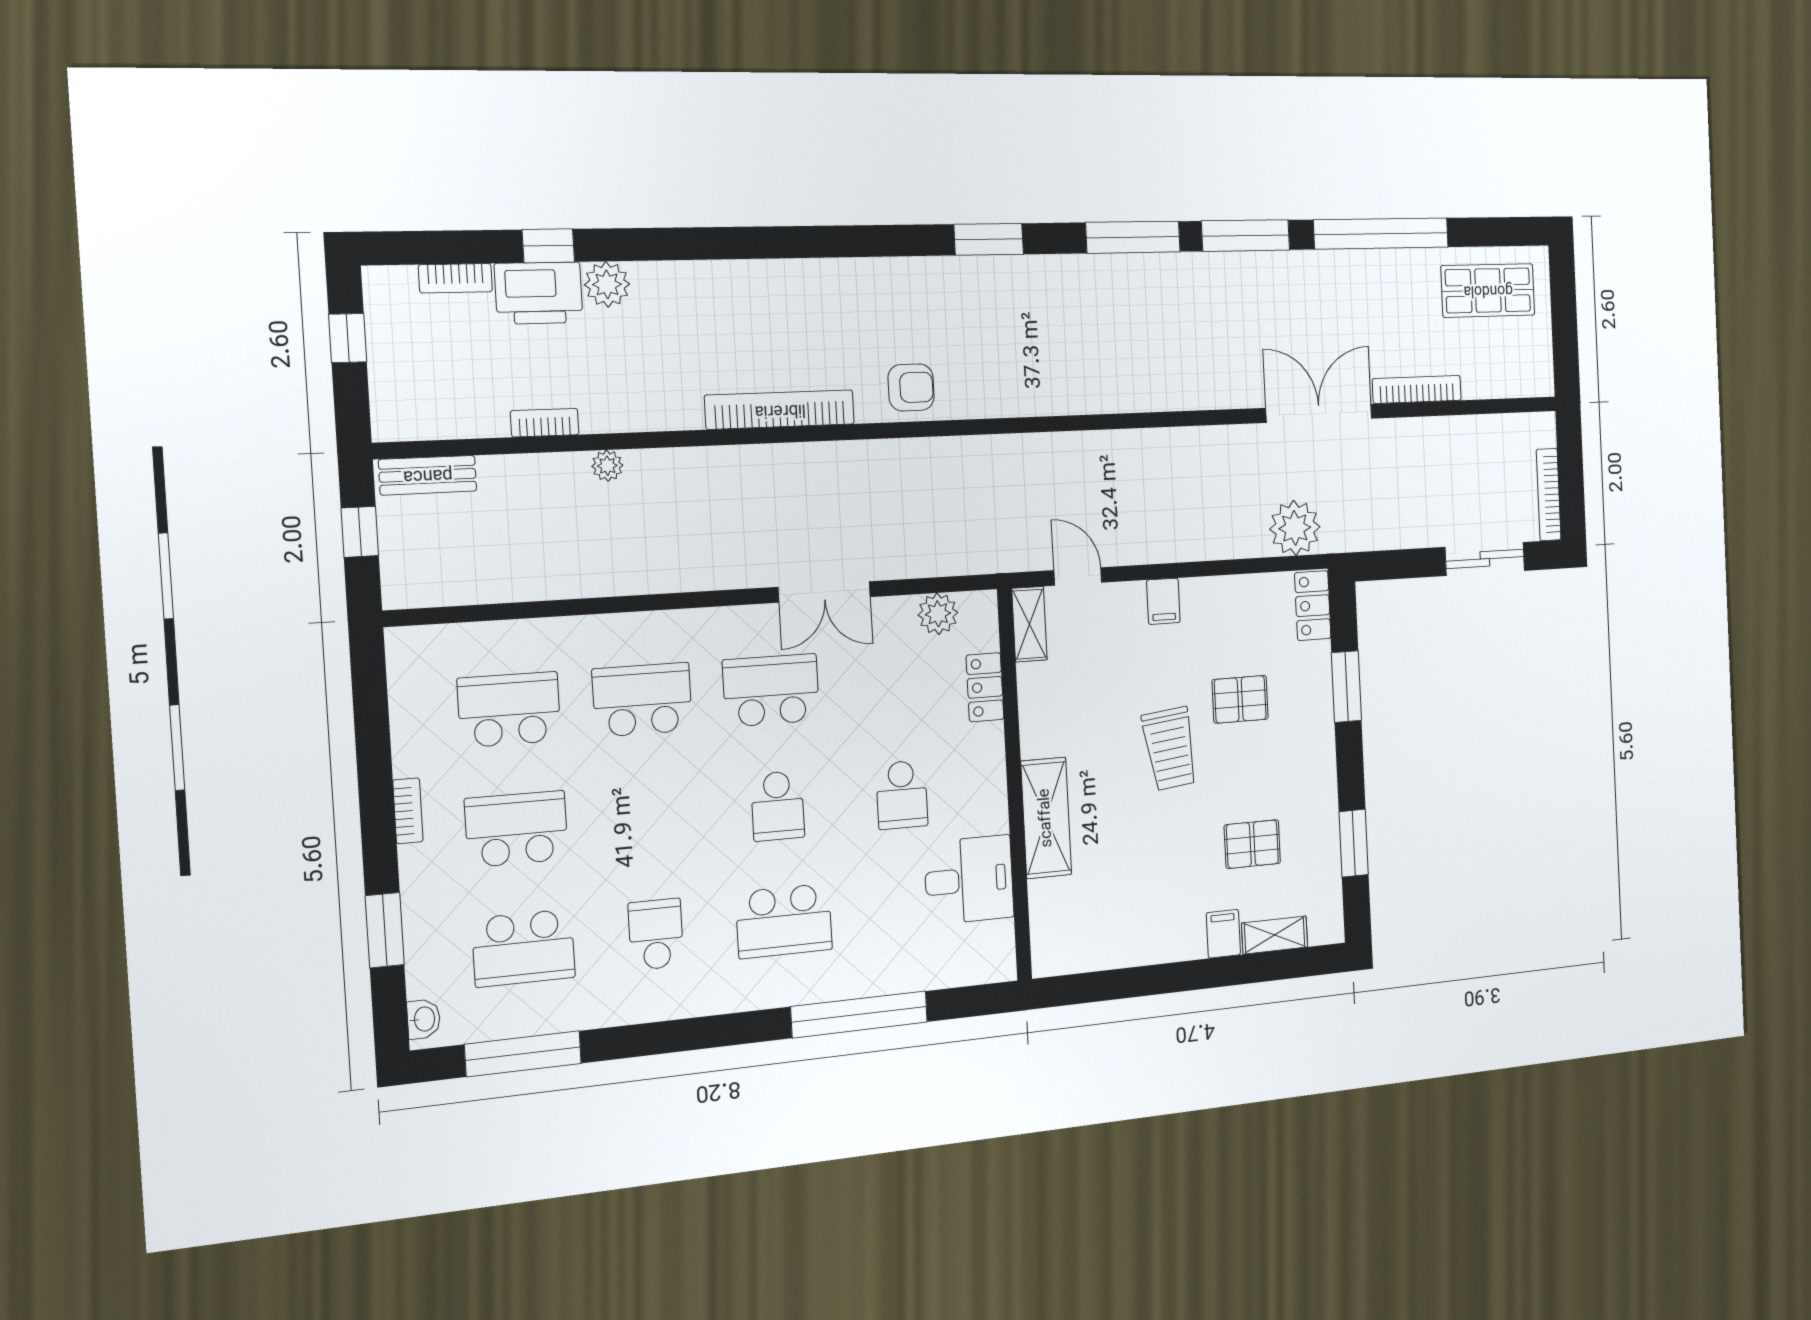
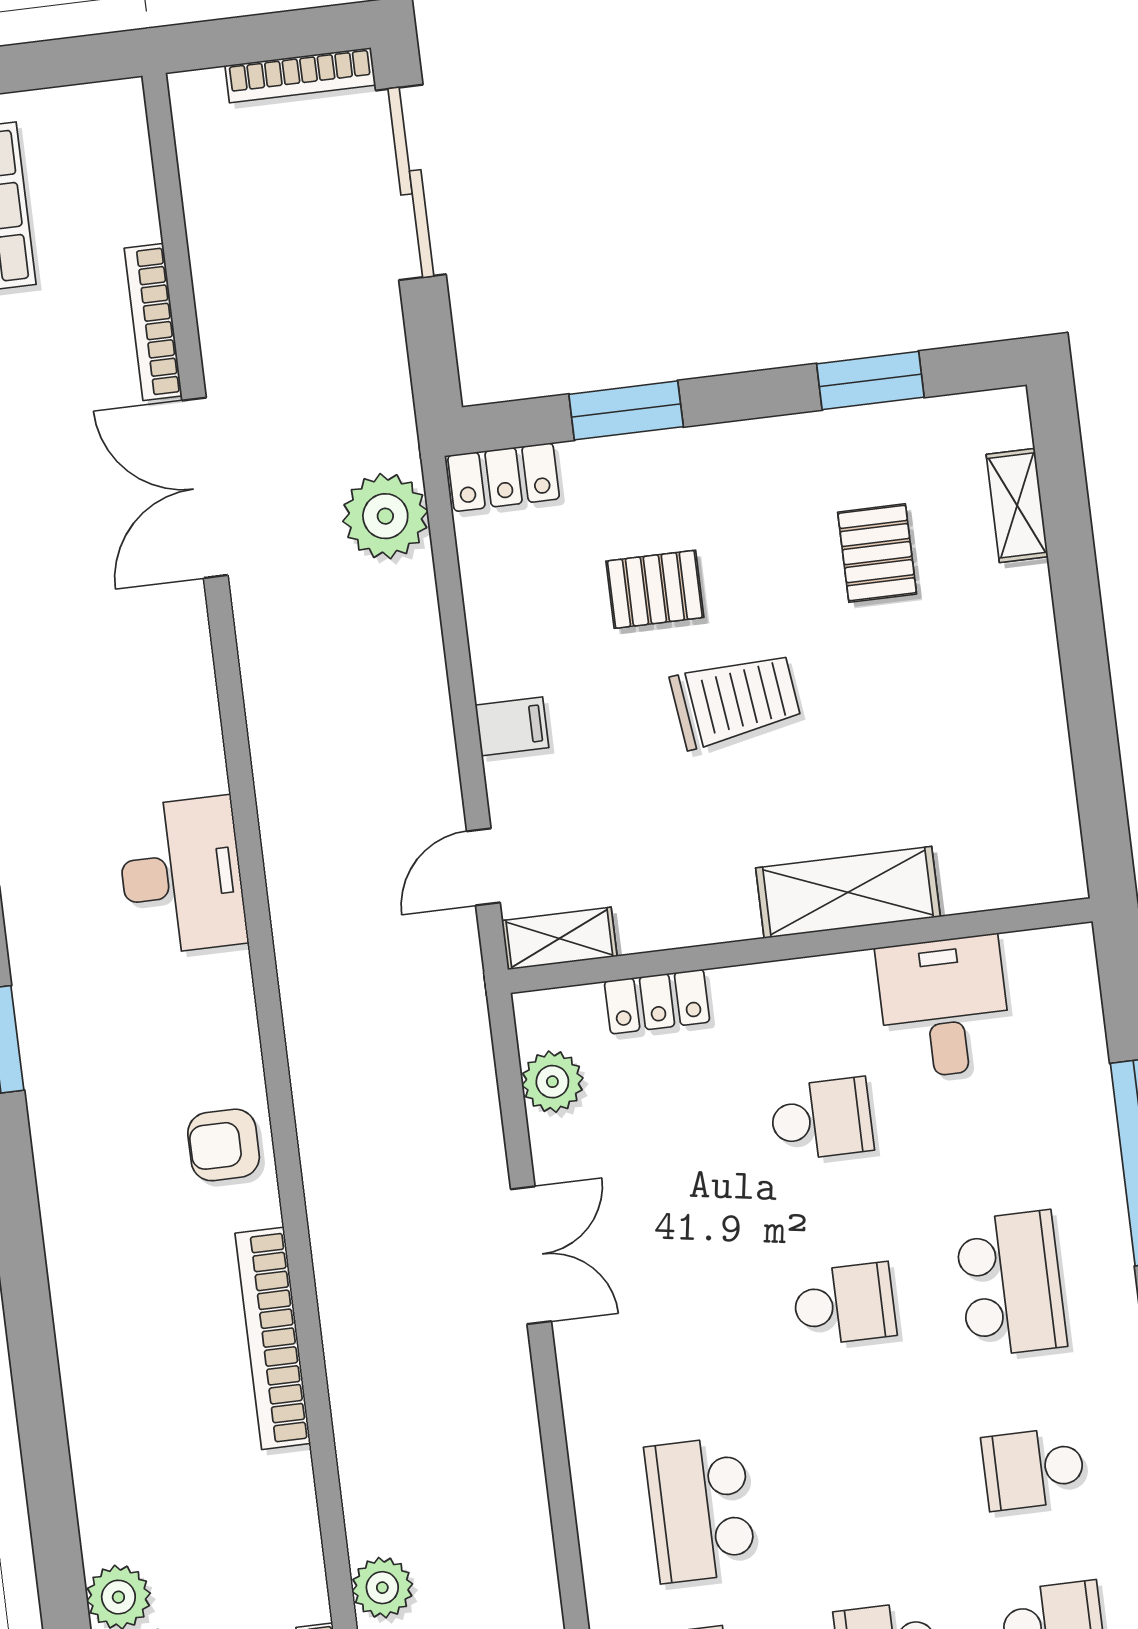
desk: (1085, 376) -> (182, 876), added
armchair: (911, 387) -> (224, 1145), turned -90
plant: (607, 466) -> (382, 1588), width x1.38, depth x1.38
sliding door: (1485, 559) -> (411, 182), width x1.37
school desk: (771, 690) -> (678, 1325), removed
pallet: (1240, 699) -> (655, 589), turned 90
filing cabinet: (1223, 934) -> (1017, 592), removed

